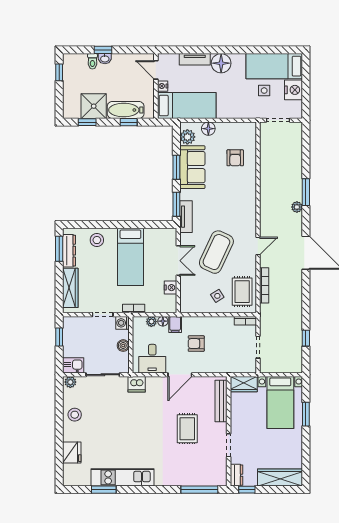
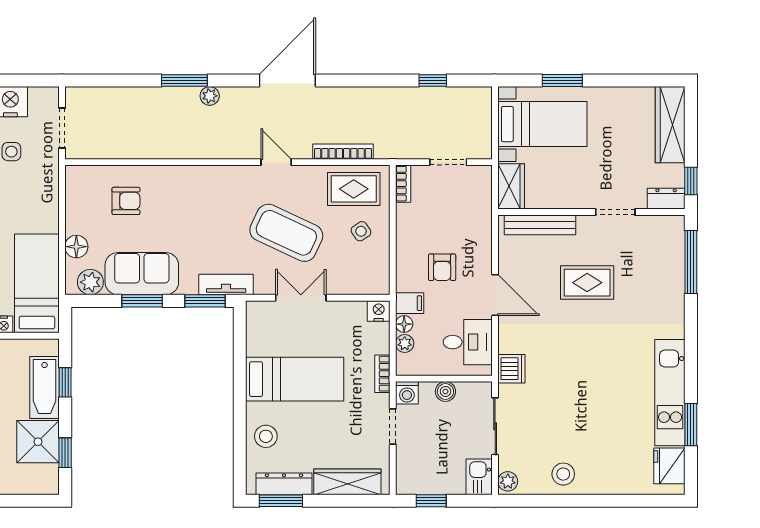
nightstand: (171, 288) -> (379, 311), moved
fridge: (72, 453) -> (669, 466), moved, turned -90

